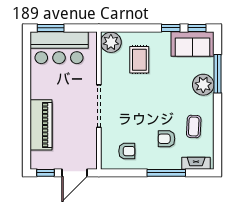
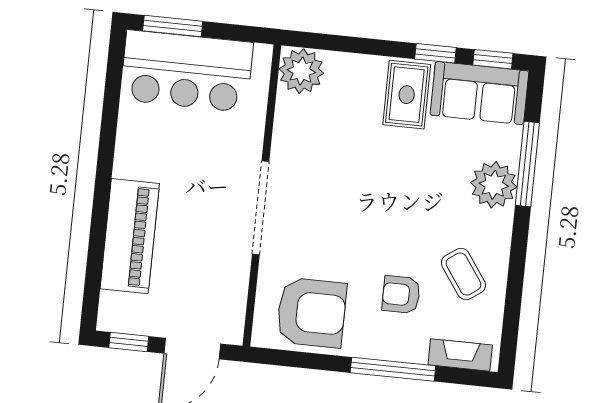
rug: (139, 60) -> (407, 95), moved
coffee table: (194, 127) -> (463, 274), turned -38
armchair: (127, 151) -> (311, 313), width x1.88, depth x1.88

